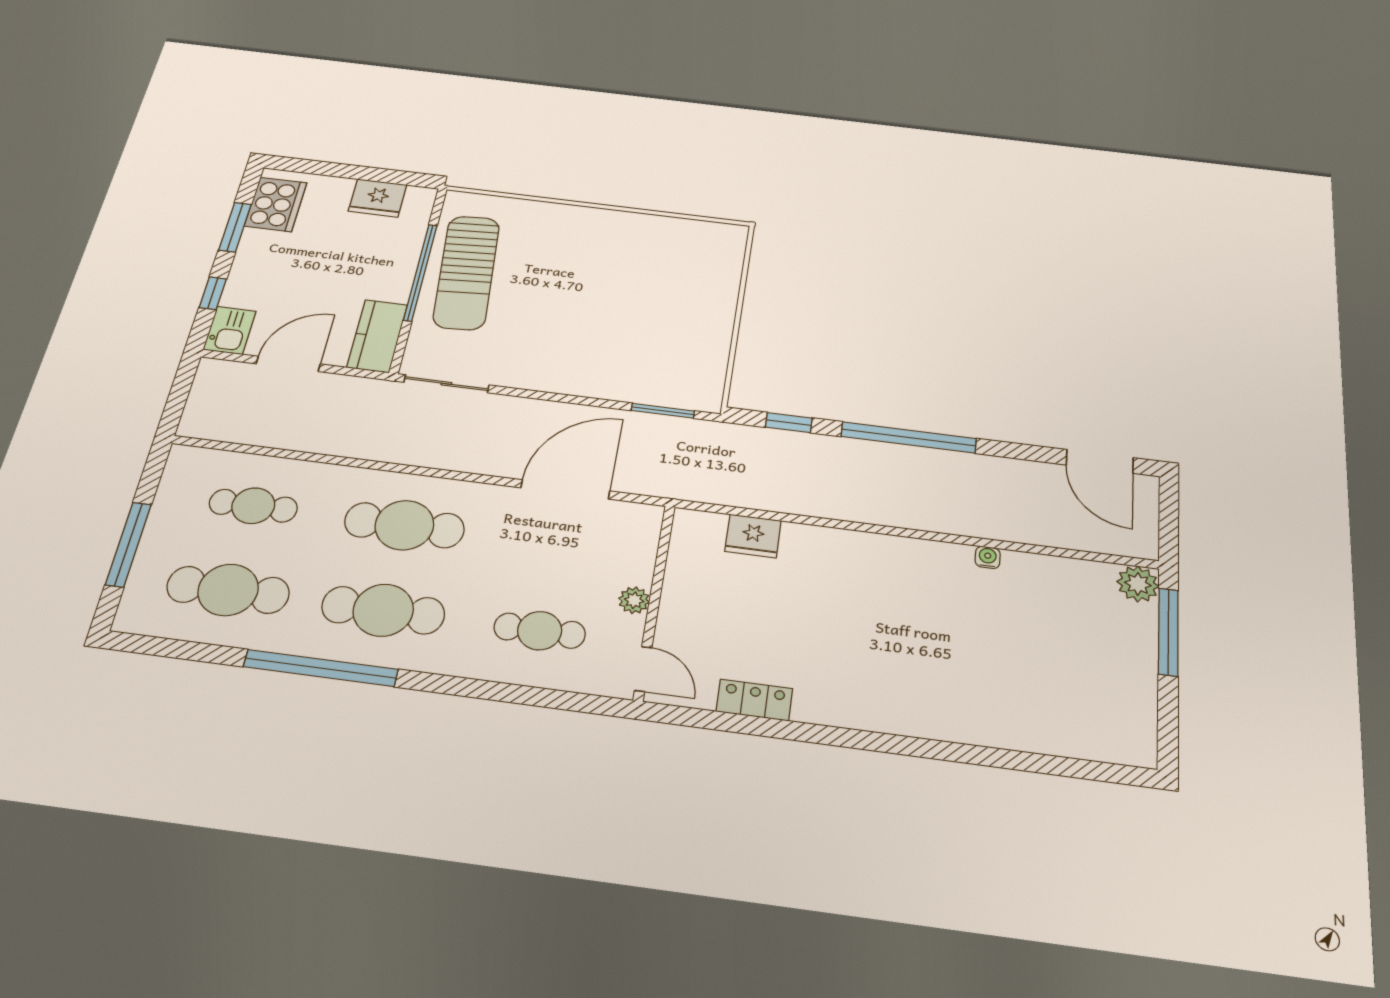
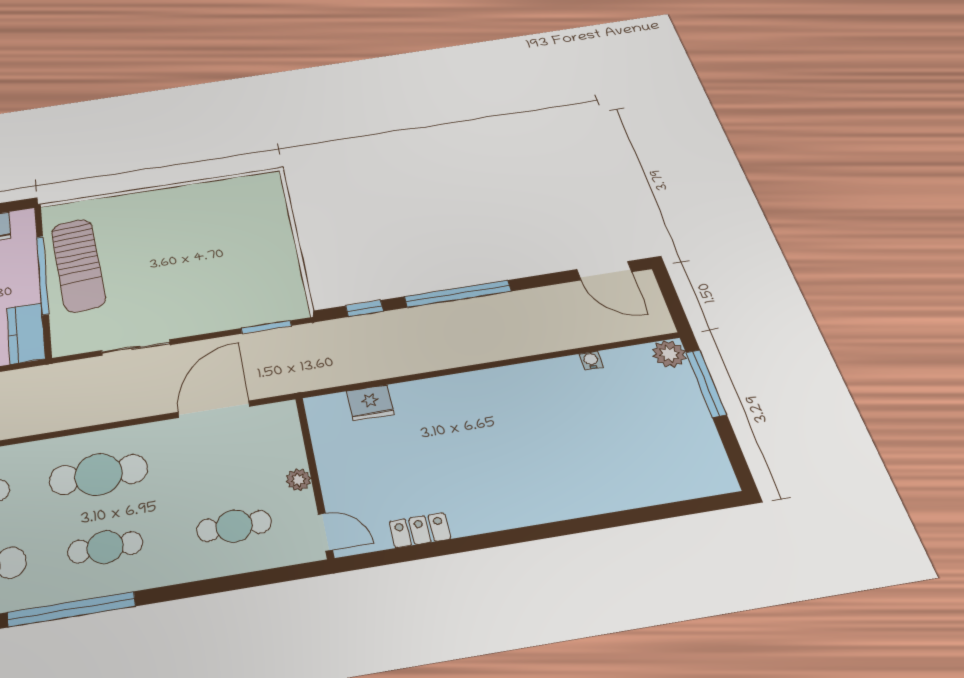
sliding door: (446, 384) -> (136, 348), moved
water cooler: (988, 557) -> (591, 360), moved
cafe table: (383, 610) -> (105, 547), width x0.73, depth x0.74

